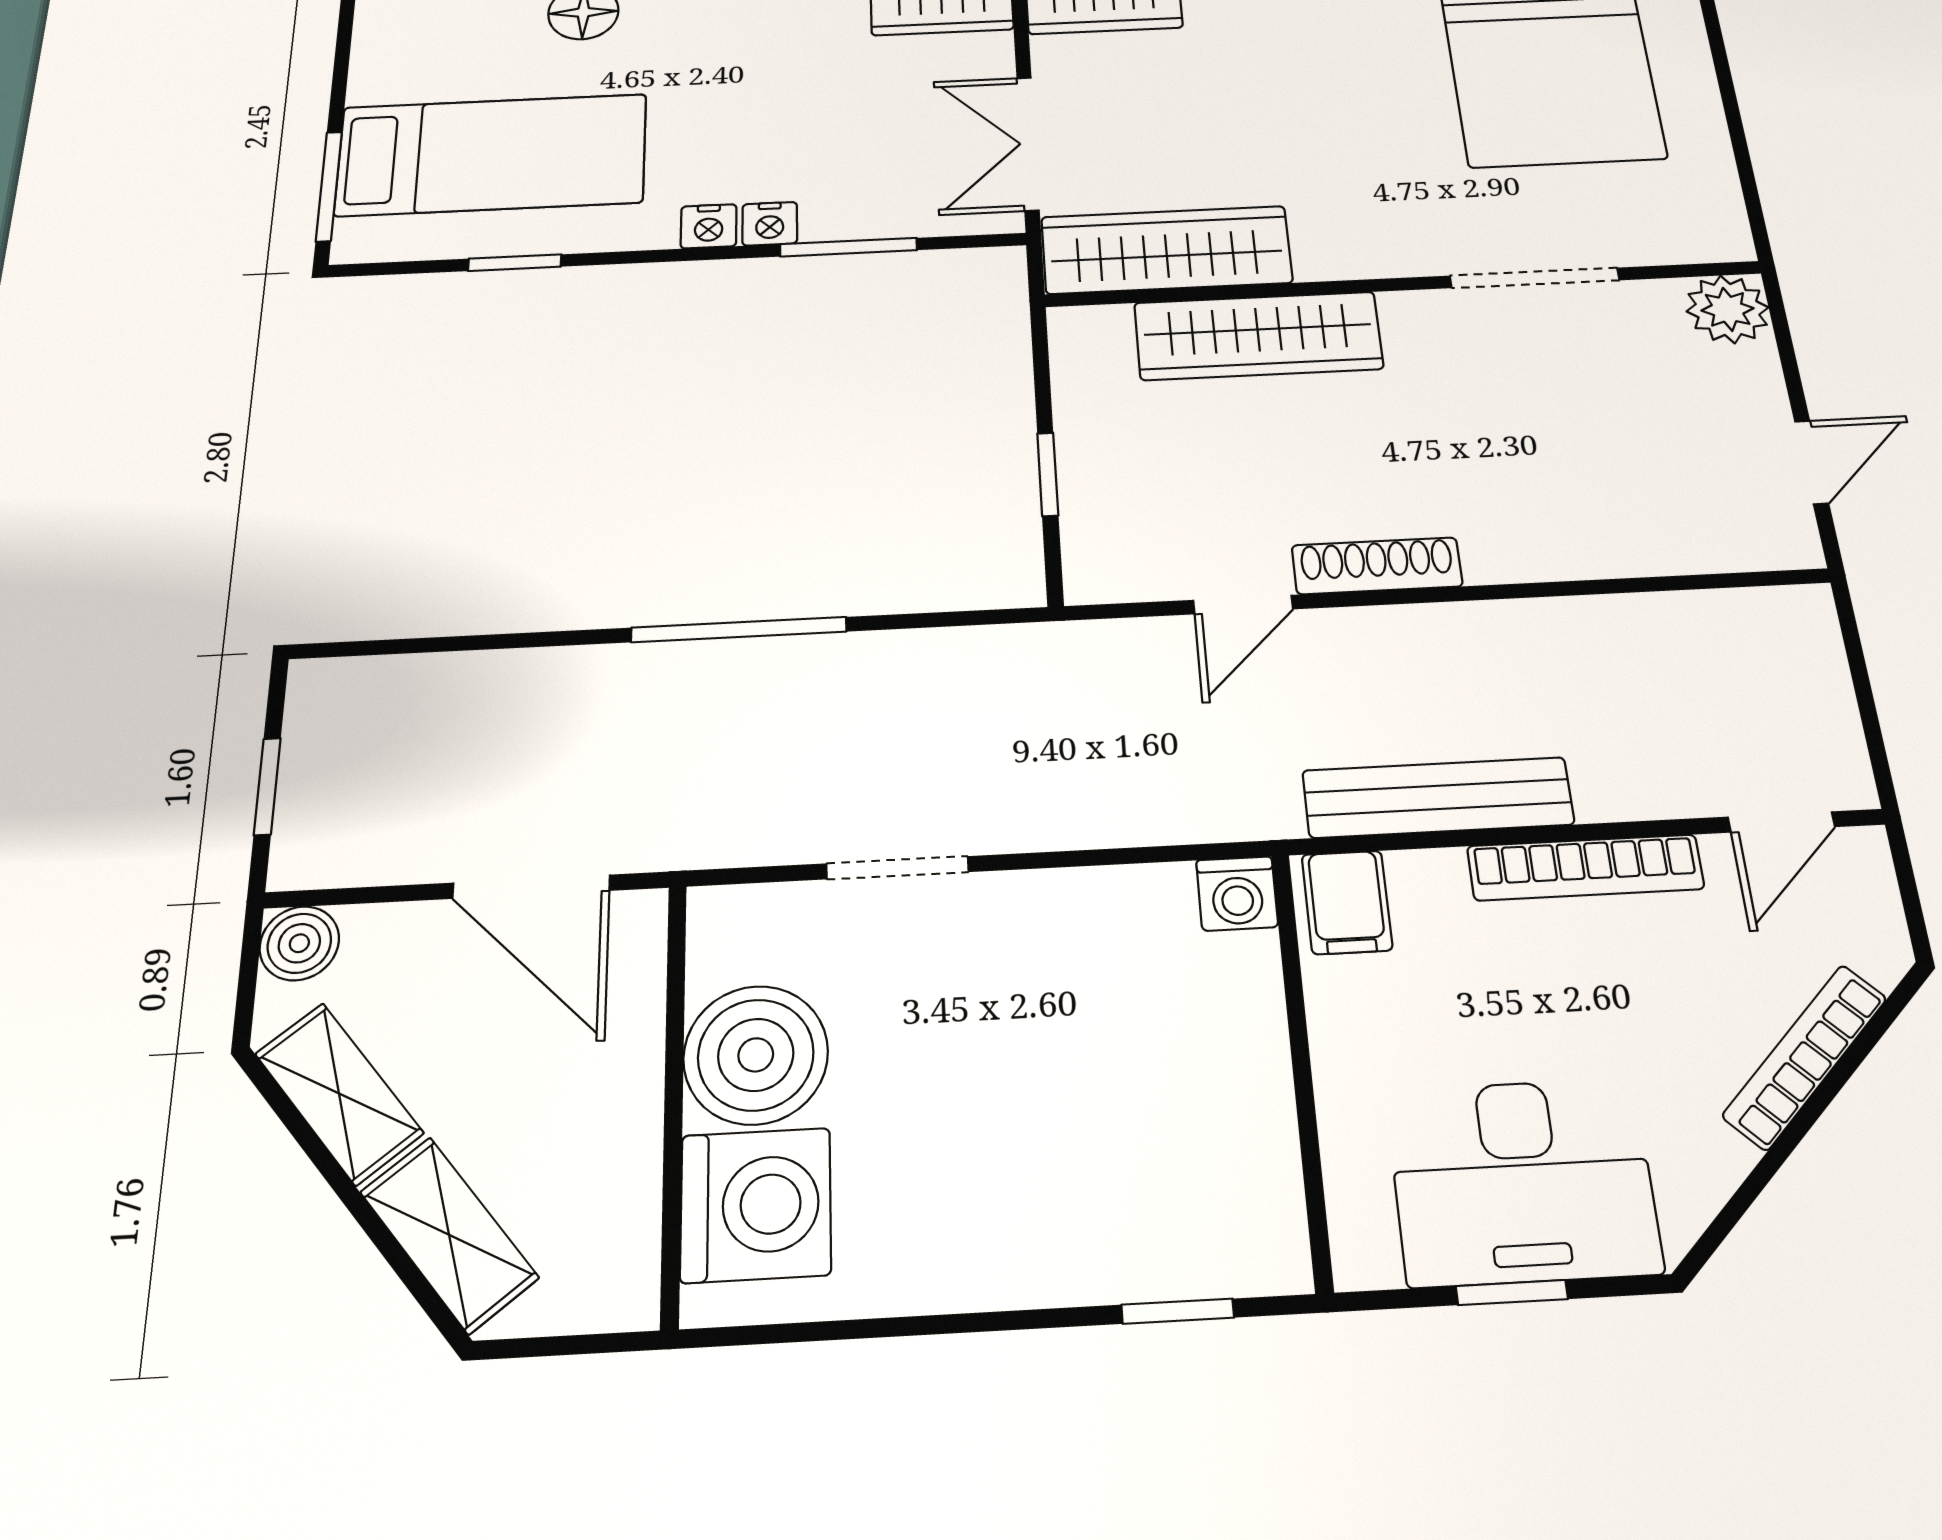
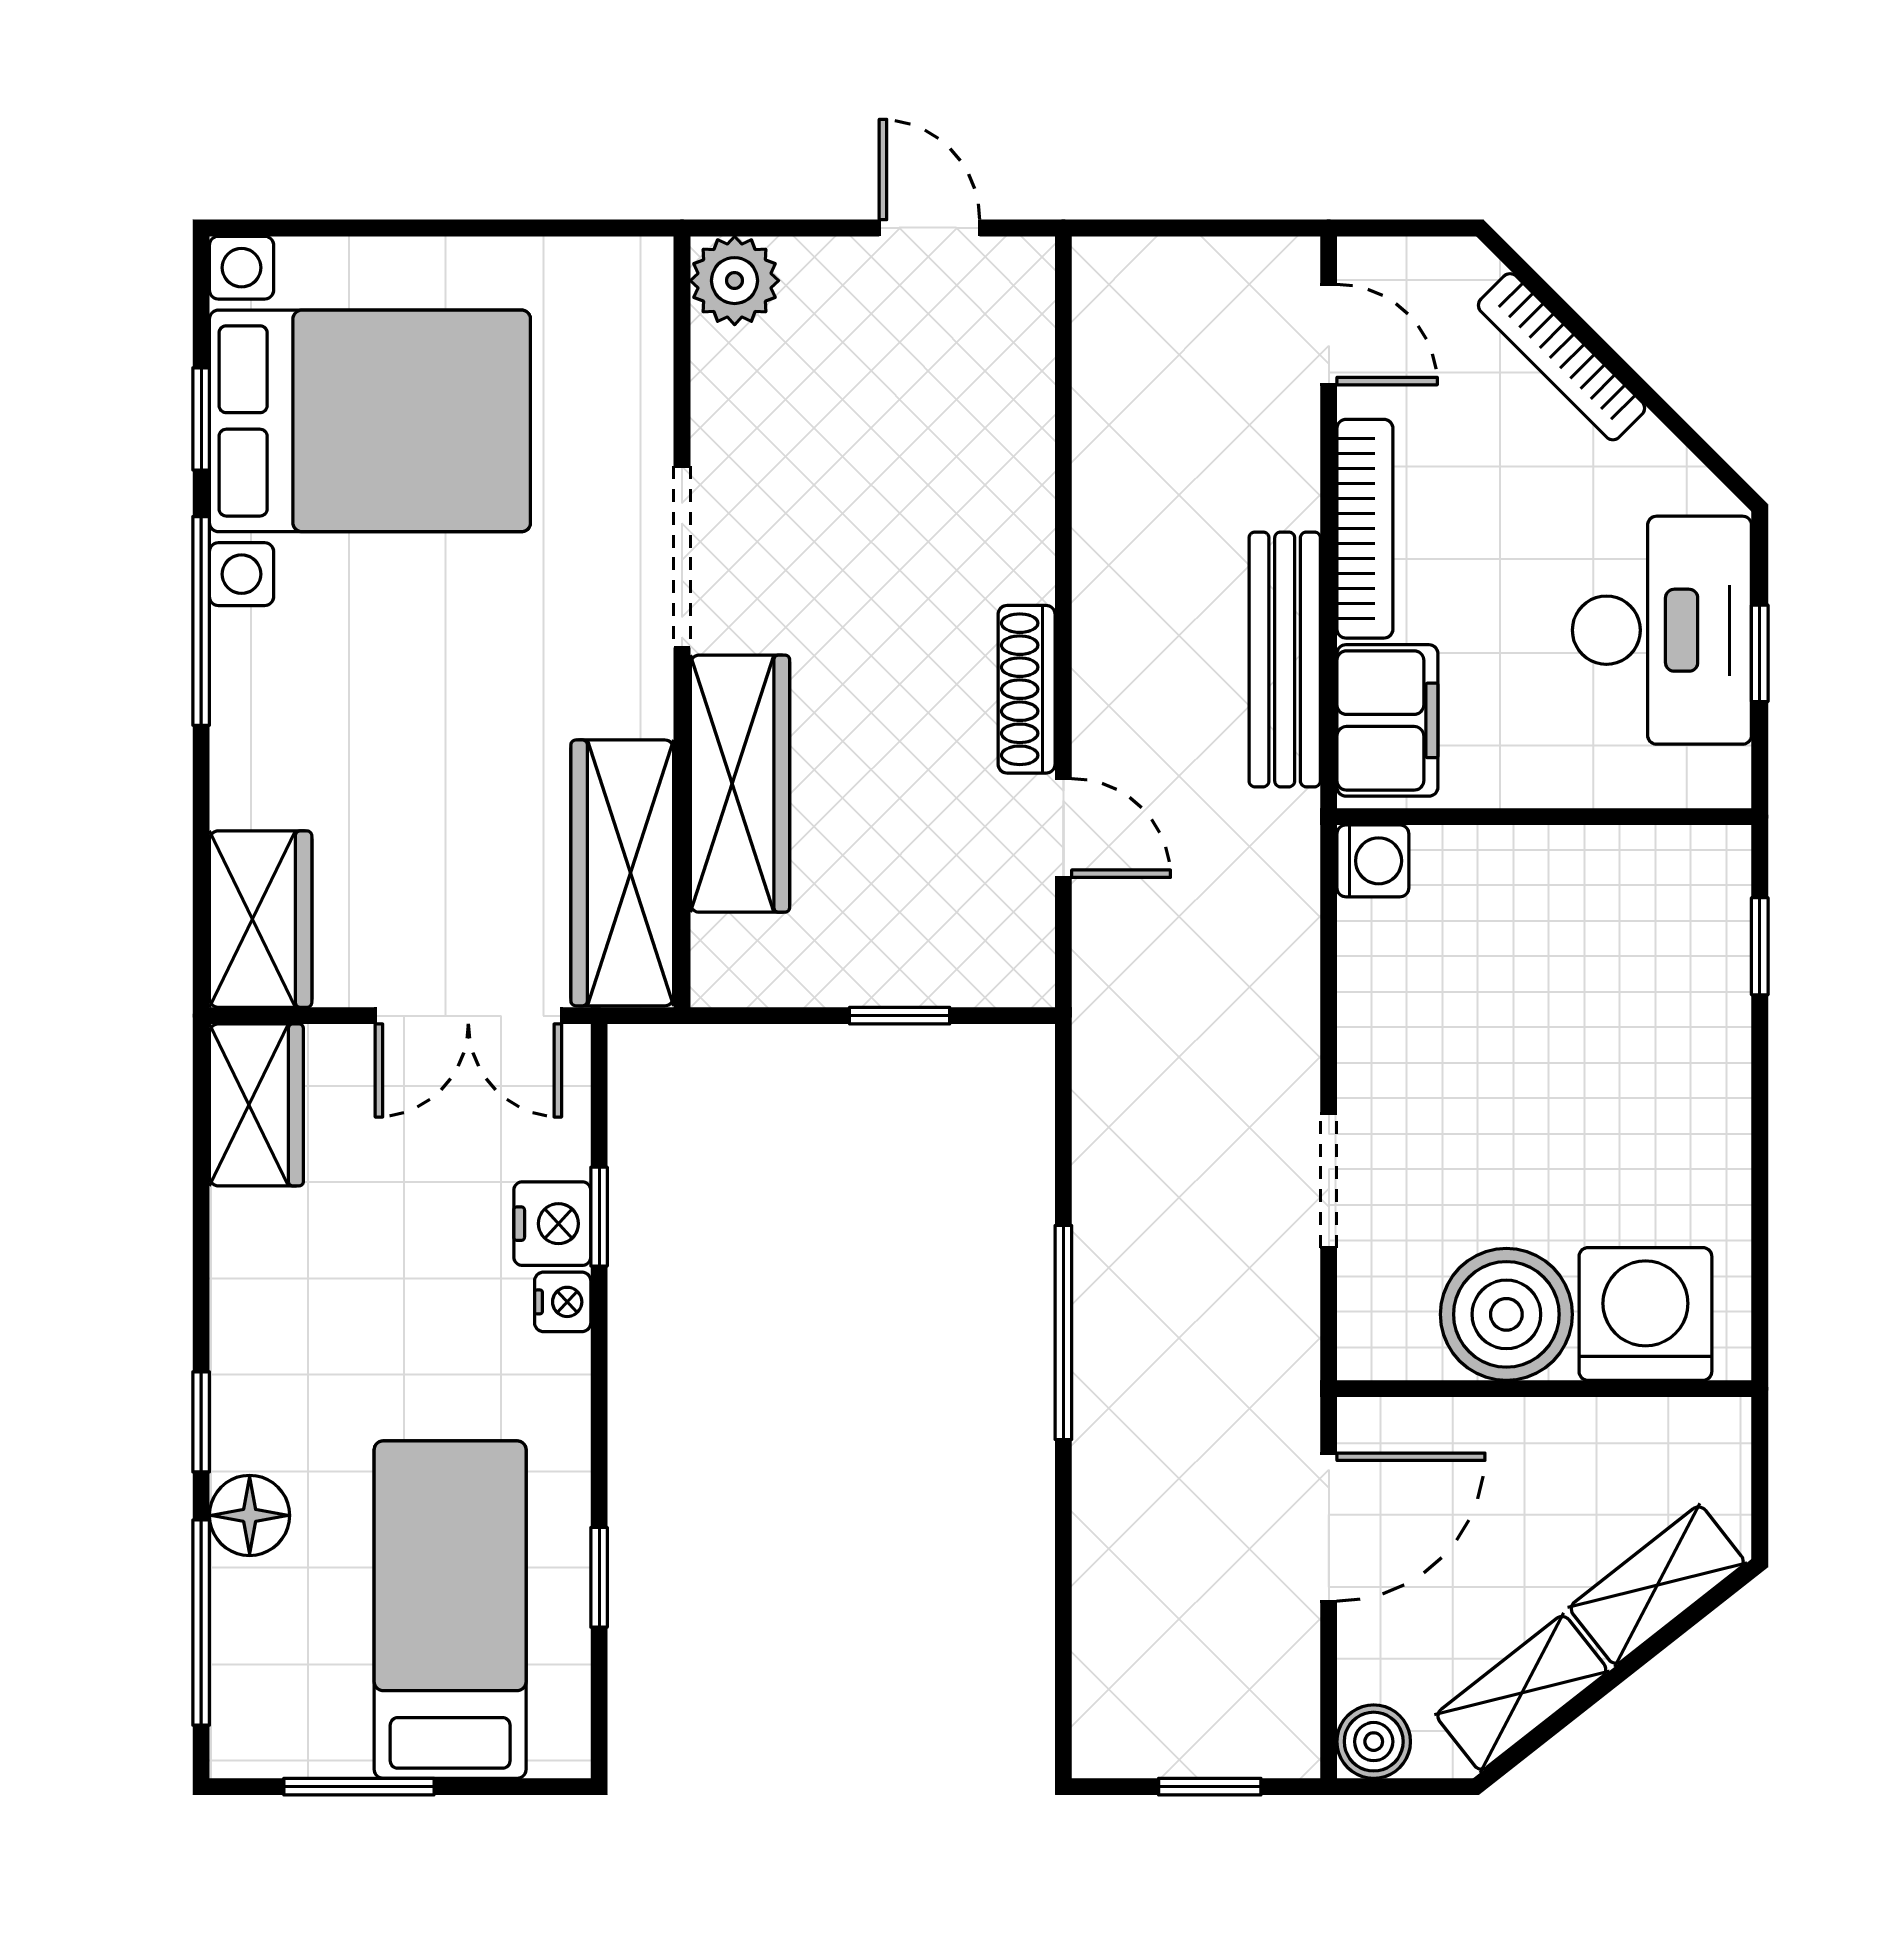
window: (329, 186) -> (359, 1787), moved
nightstand: (709, 226) -> (552, 1224), moved, width x1.39, depth x1.35
window: (848, 247) -> (599, 1217), width x0.67
doorway: (1535, 278) -> (682, 557), moved
filing cabinet: (1347, 902) -> (1387, 720), width x2.00

